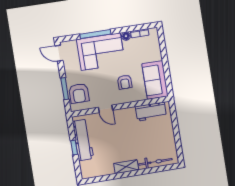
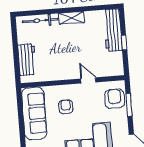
sofa: (155, 80) -> (34, 113), width x1.36
workbench: (151, 112) -> (27, 60), moved, turned 90
workbench: (83, 140) -> (113, 30), moved

